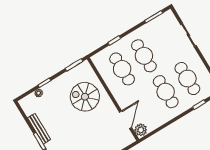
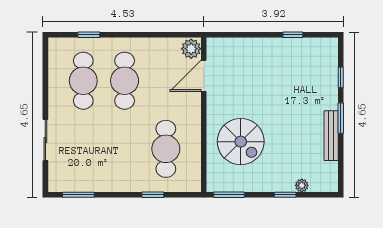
cafe table: (144, 56) -> (125, 149), removed

